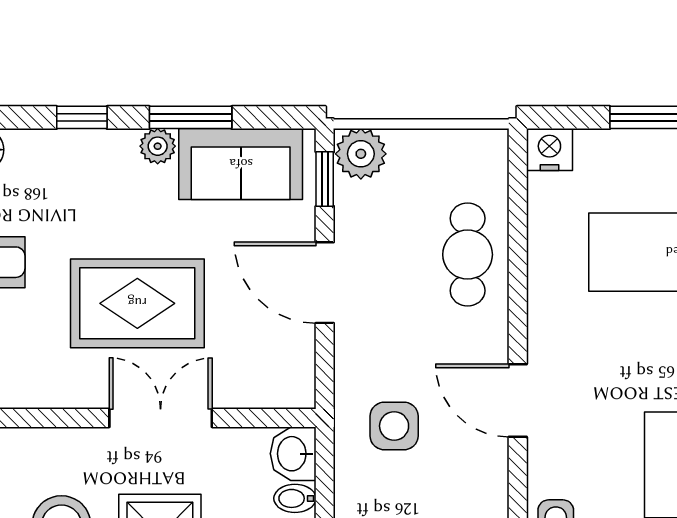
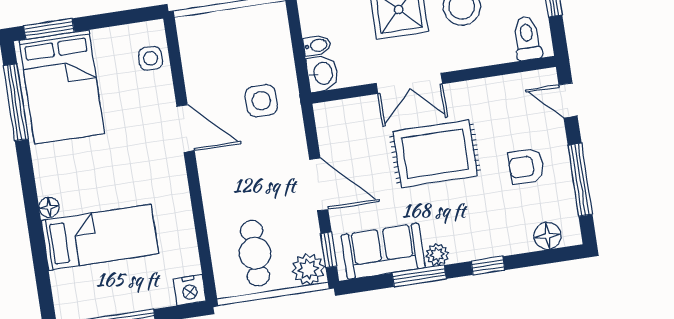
cafe table: (468, 255) -> (255, 253), moved

